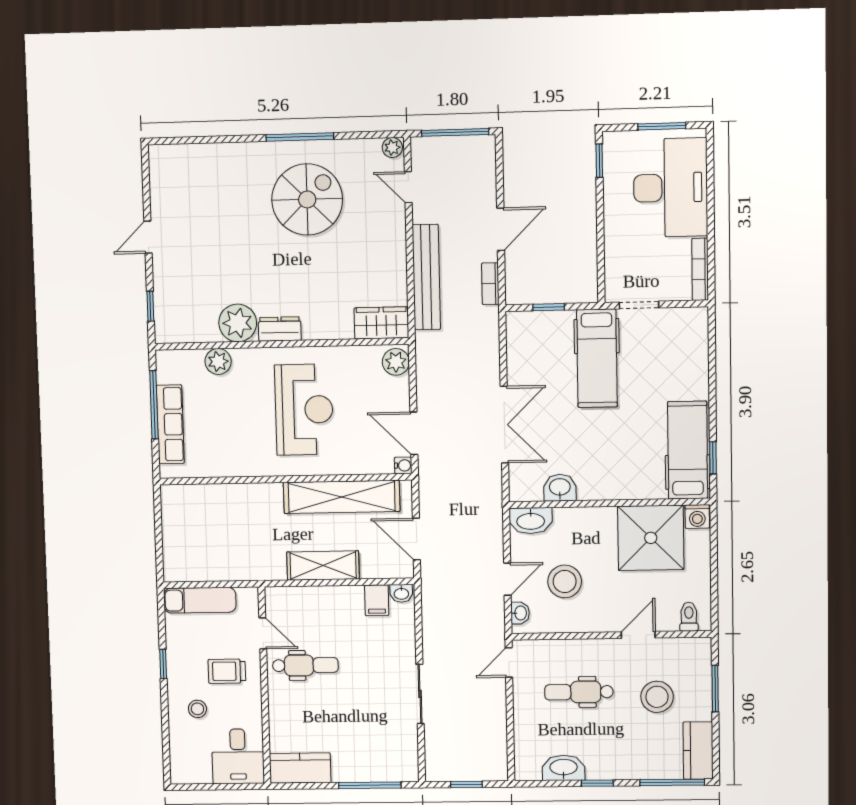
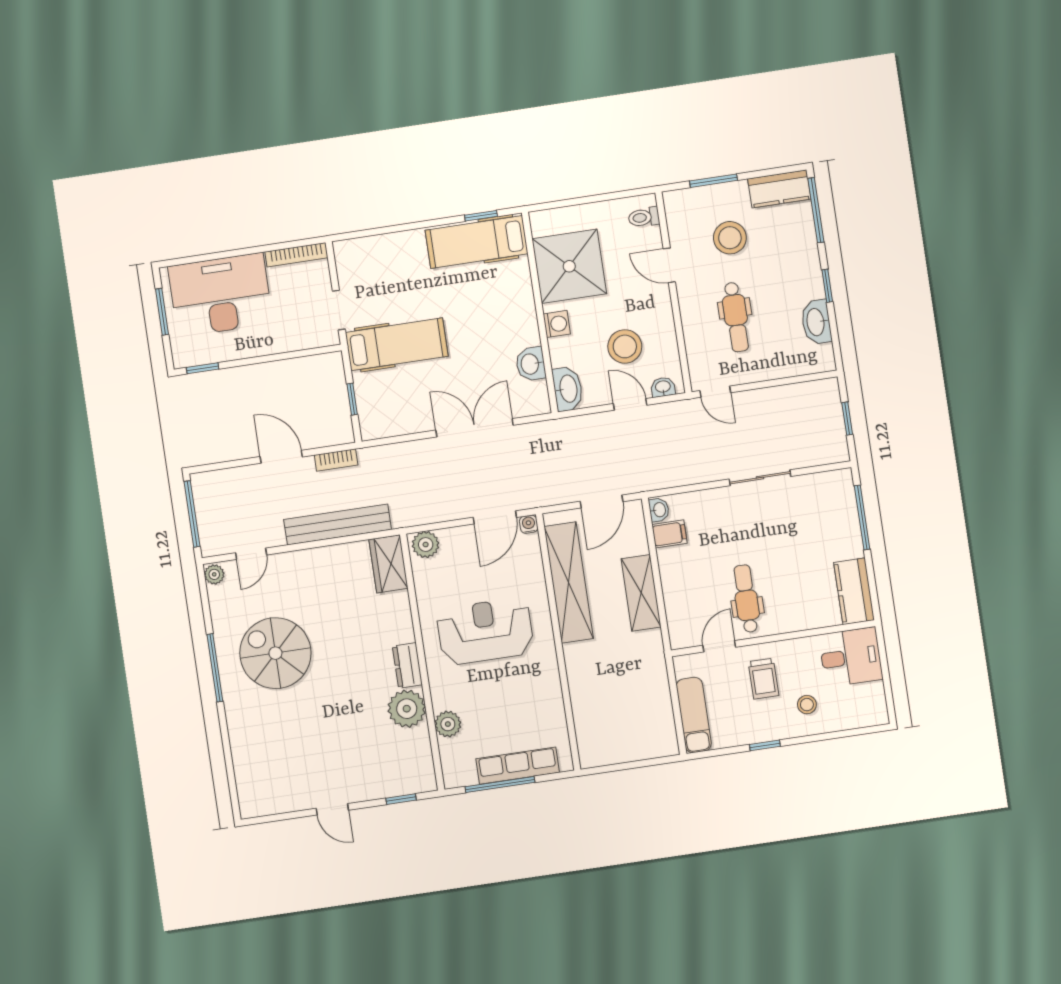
washing machine: (697, 517) -> (557, 324), moved

